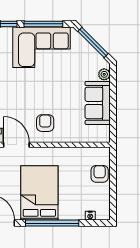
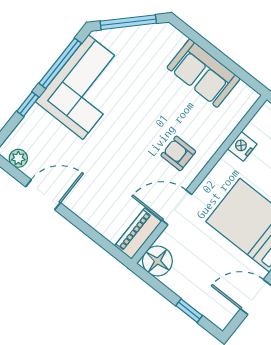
plant: (104, 74) -> (176, 39), removed
nightstand: (75, 154) -> (242, 146), added

